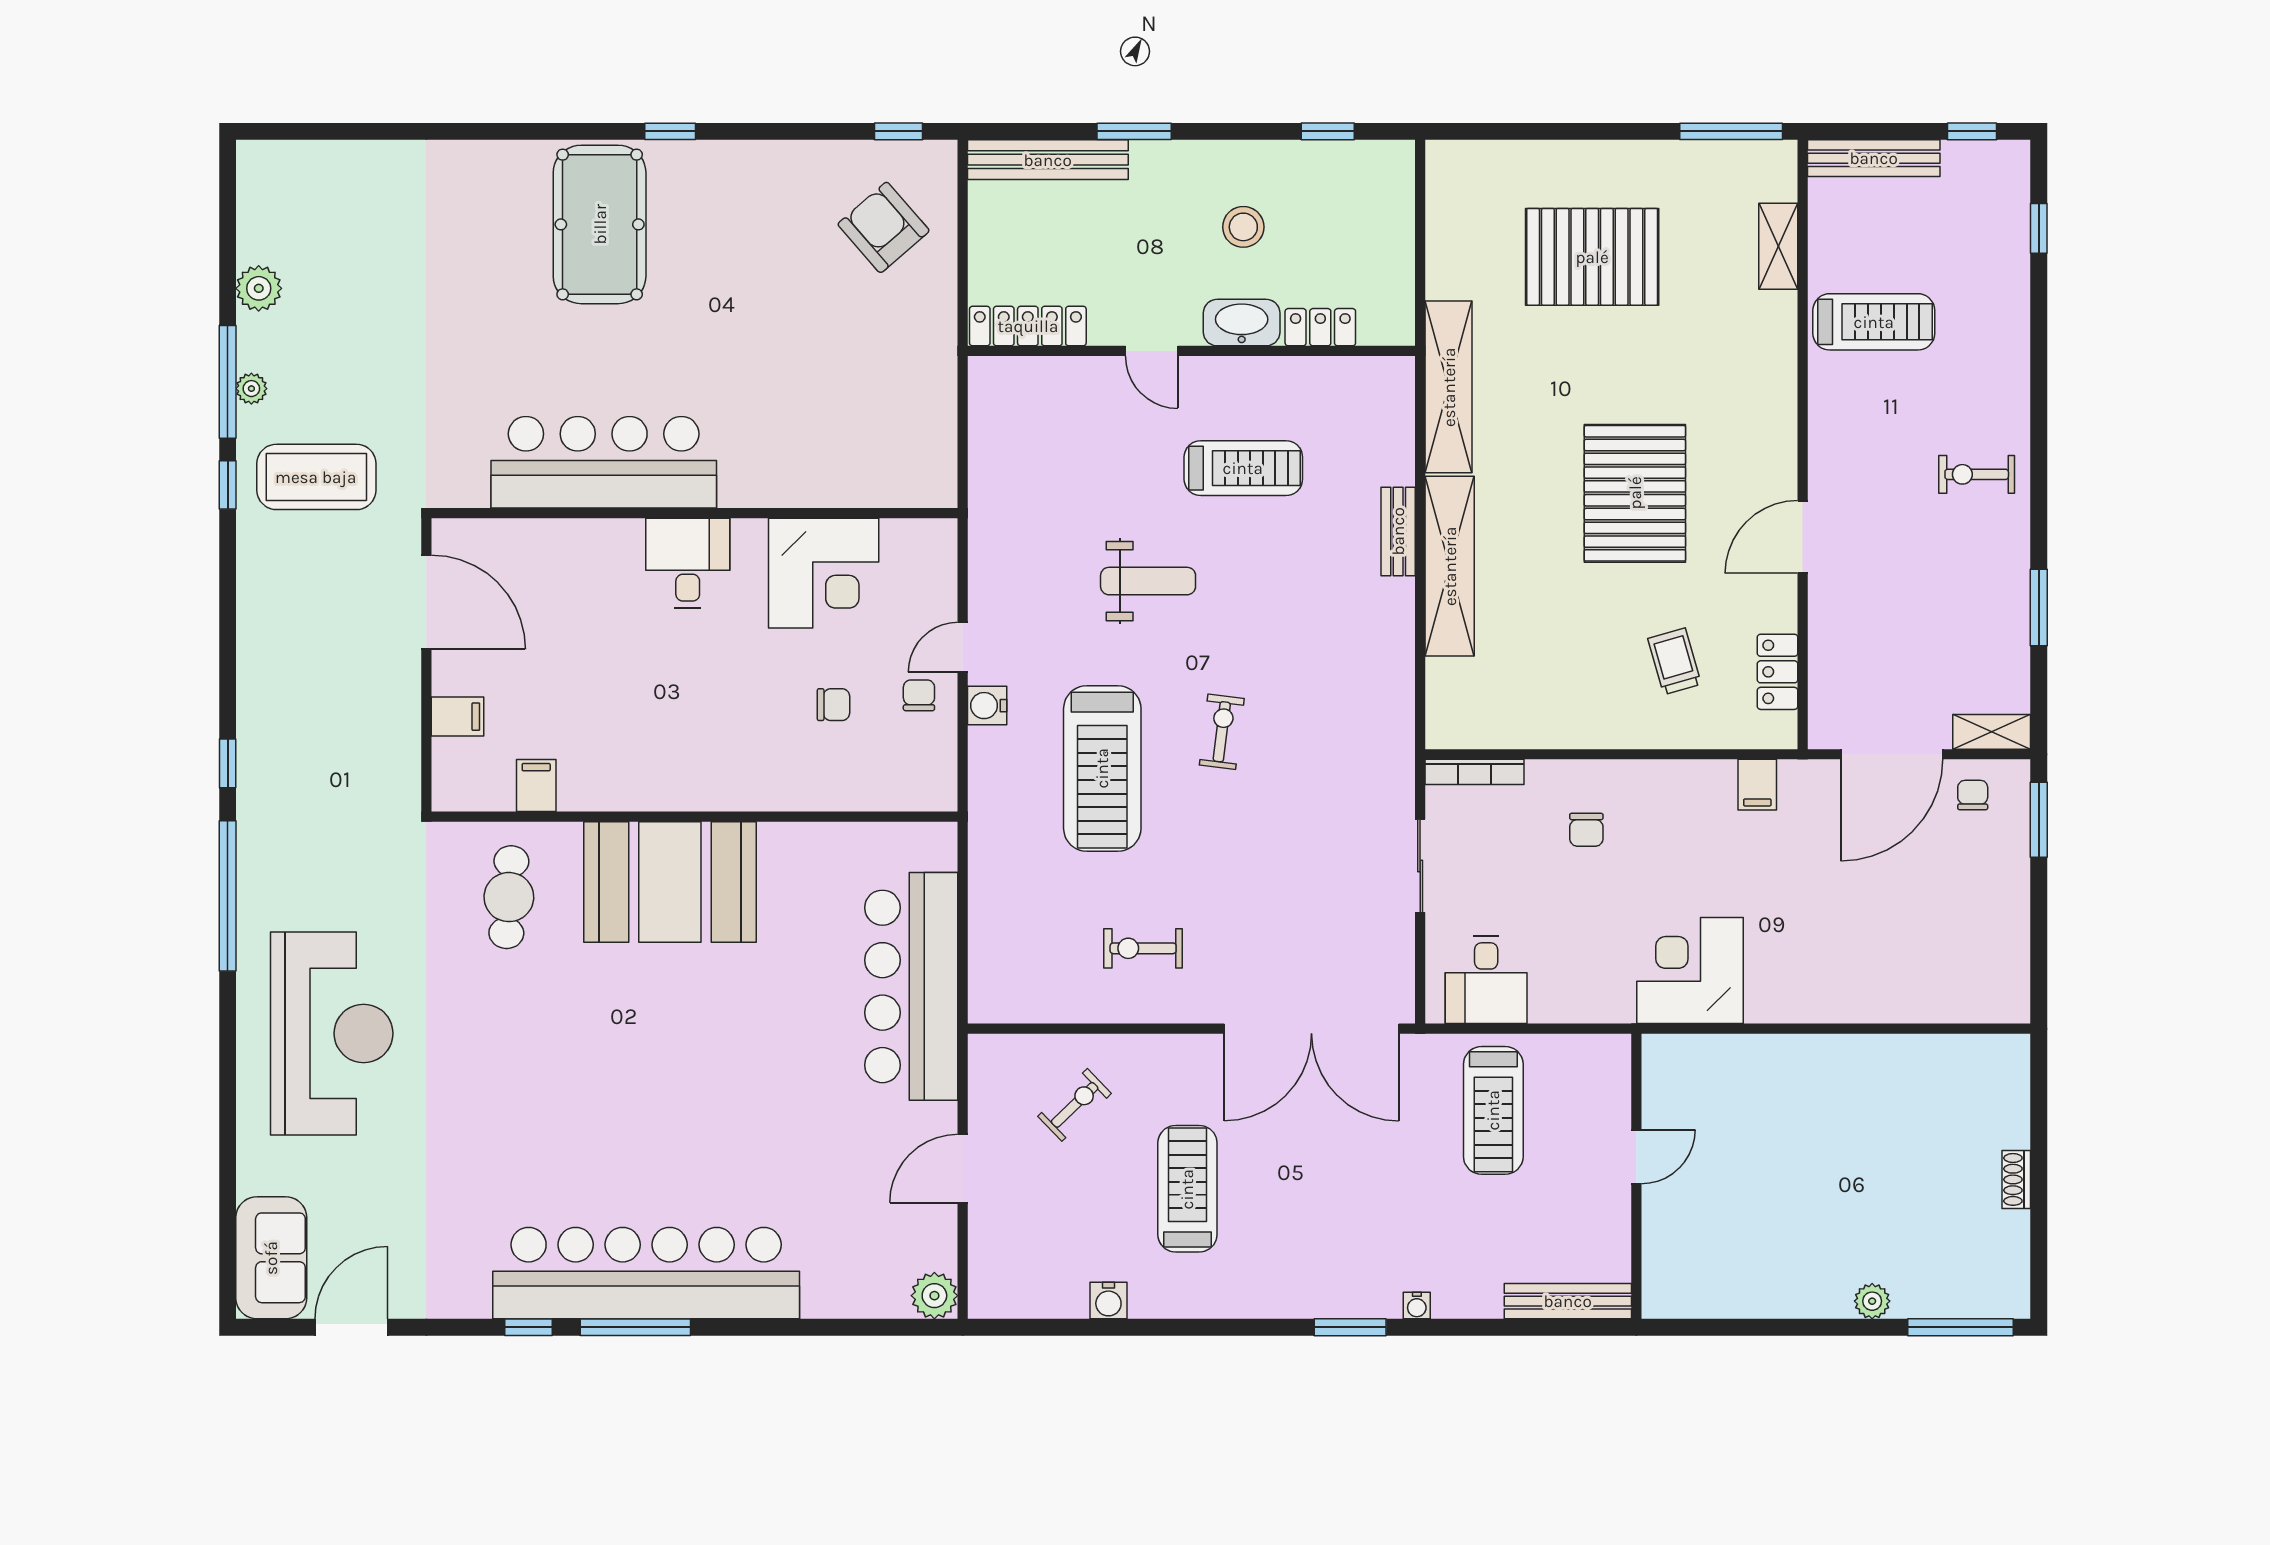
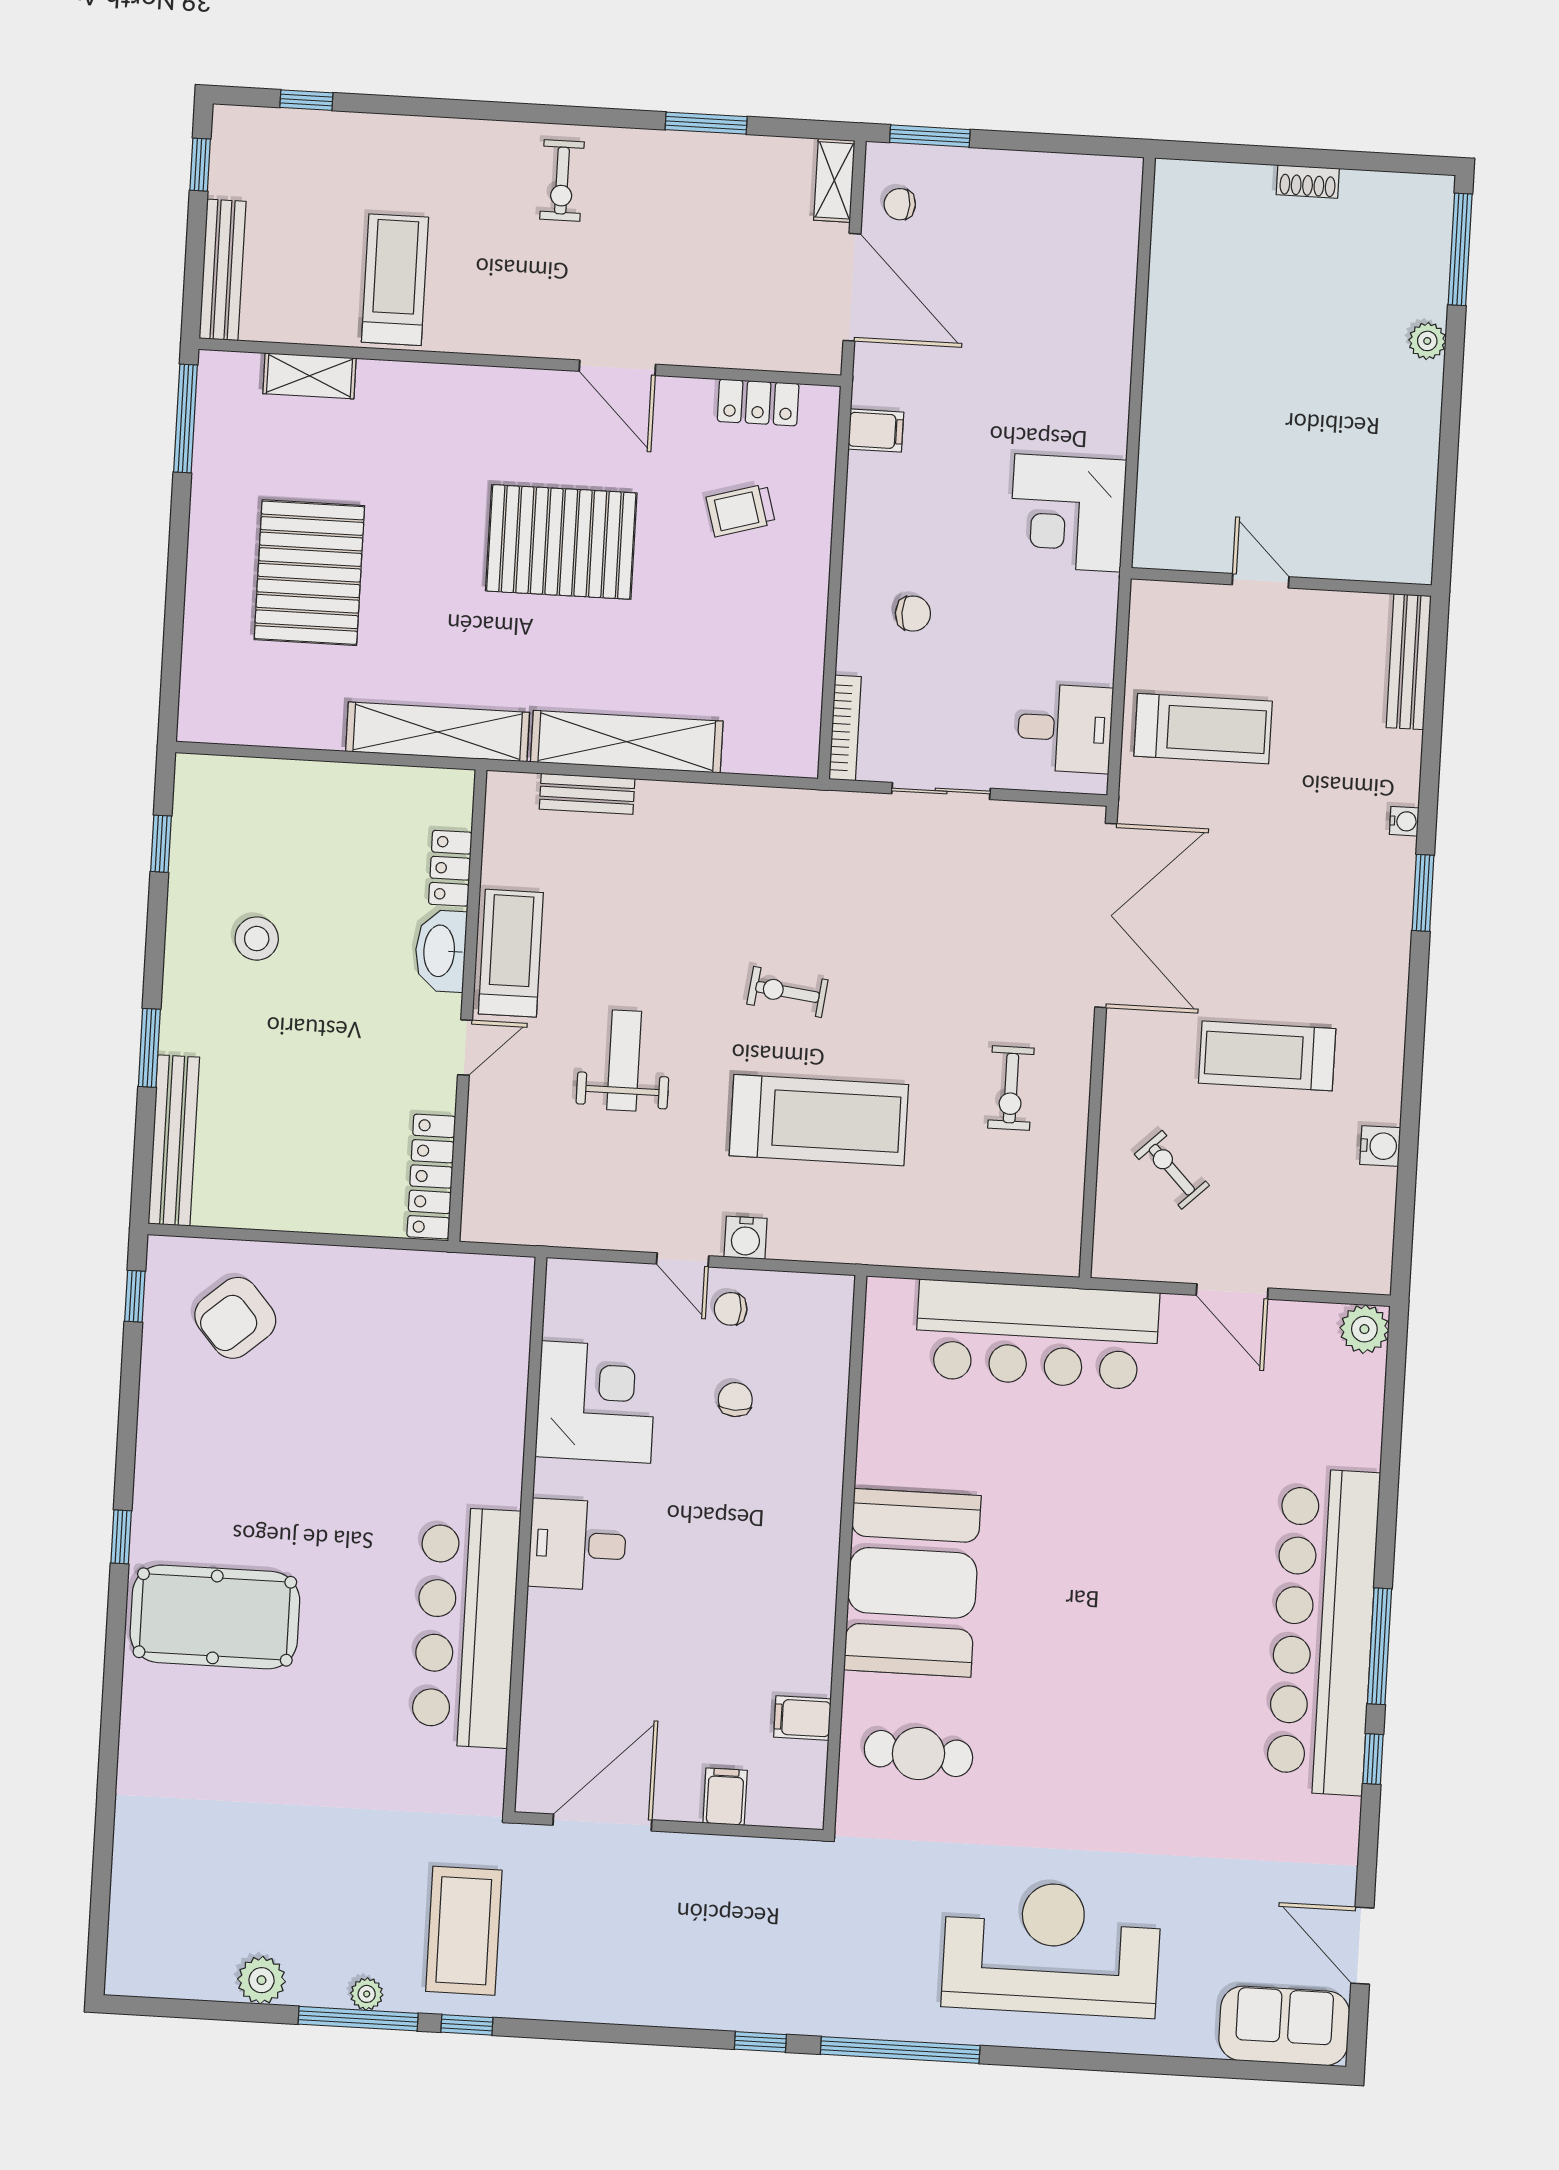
washbasin: (1242, 323) -> (441, 951), moved
locker: (1028, 326) -> (431, 1177), moved
locker: (1320, 327) -> (450, 868), moved
door: (1152, 351) -> (465, 1048), moved
wall: (1191, 351) -> (467, 1006), moved

